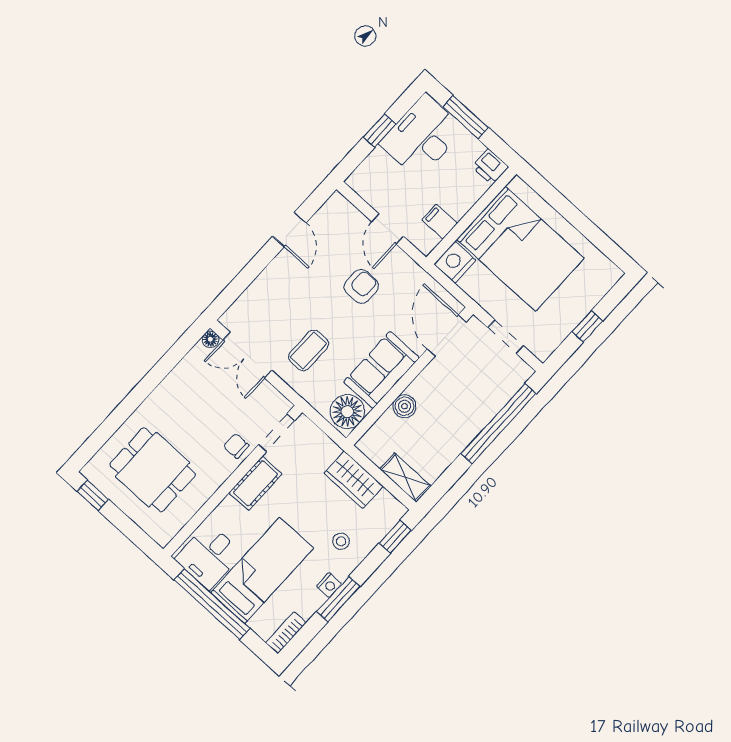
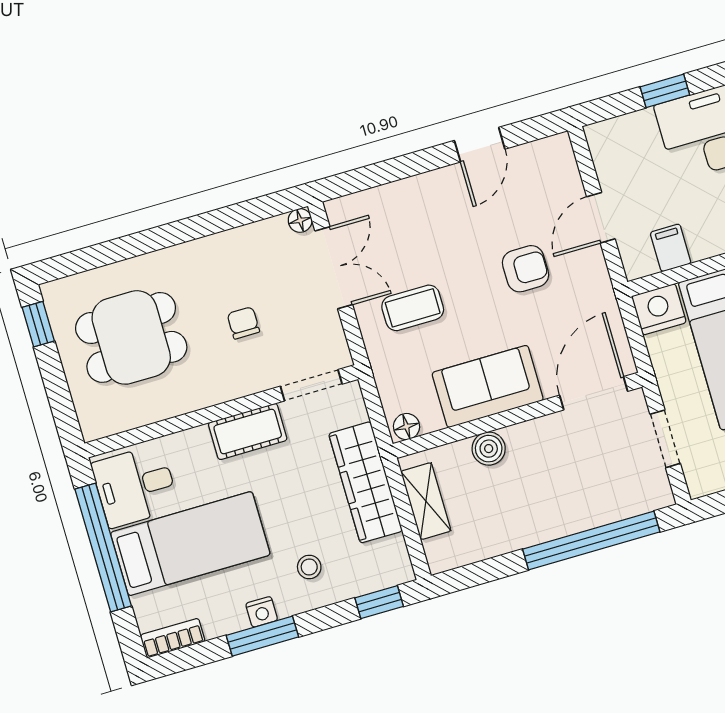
double door: (247, 355) -> (334, 268), swing flipped
floor lamp: (347, 412) -> (406, 427), width x0.53, depth x0.53
chair: (236, 446) -> (243, 323), moved
dining table: (153, 470) -> (131, 337), turned 90
shelving: (405, 478) -> (426, 501), moved
wardrobe: (354, 480) -> (366, 482), width x1.50

